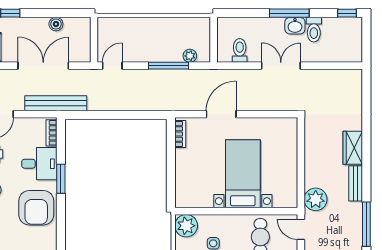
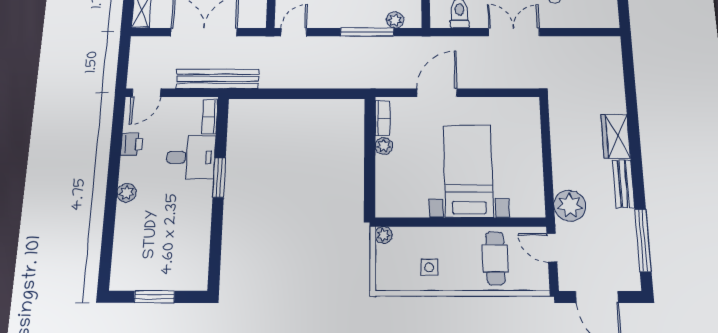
plant: (181, 155) -> (384, 146), added
armchair: (36, 208) -> (183, 217), removed
plant: (186, 226) -> (384, 235), width x0.53, depth x0.53

